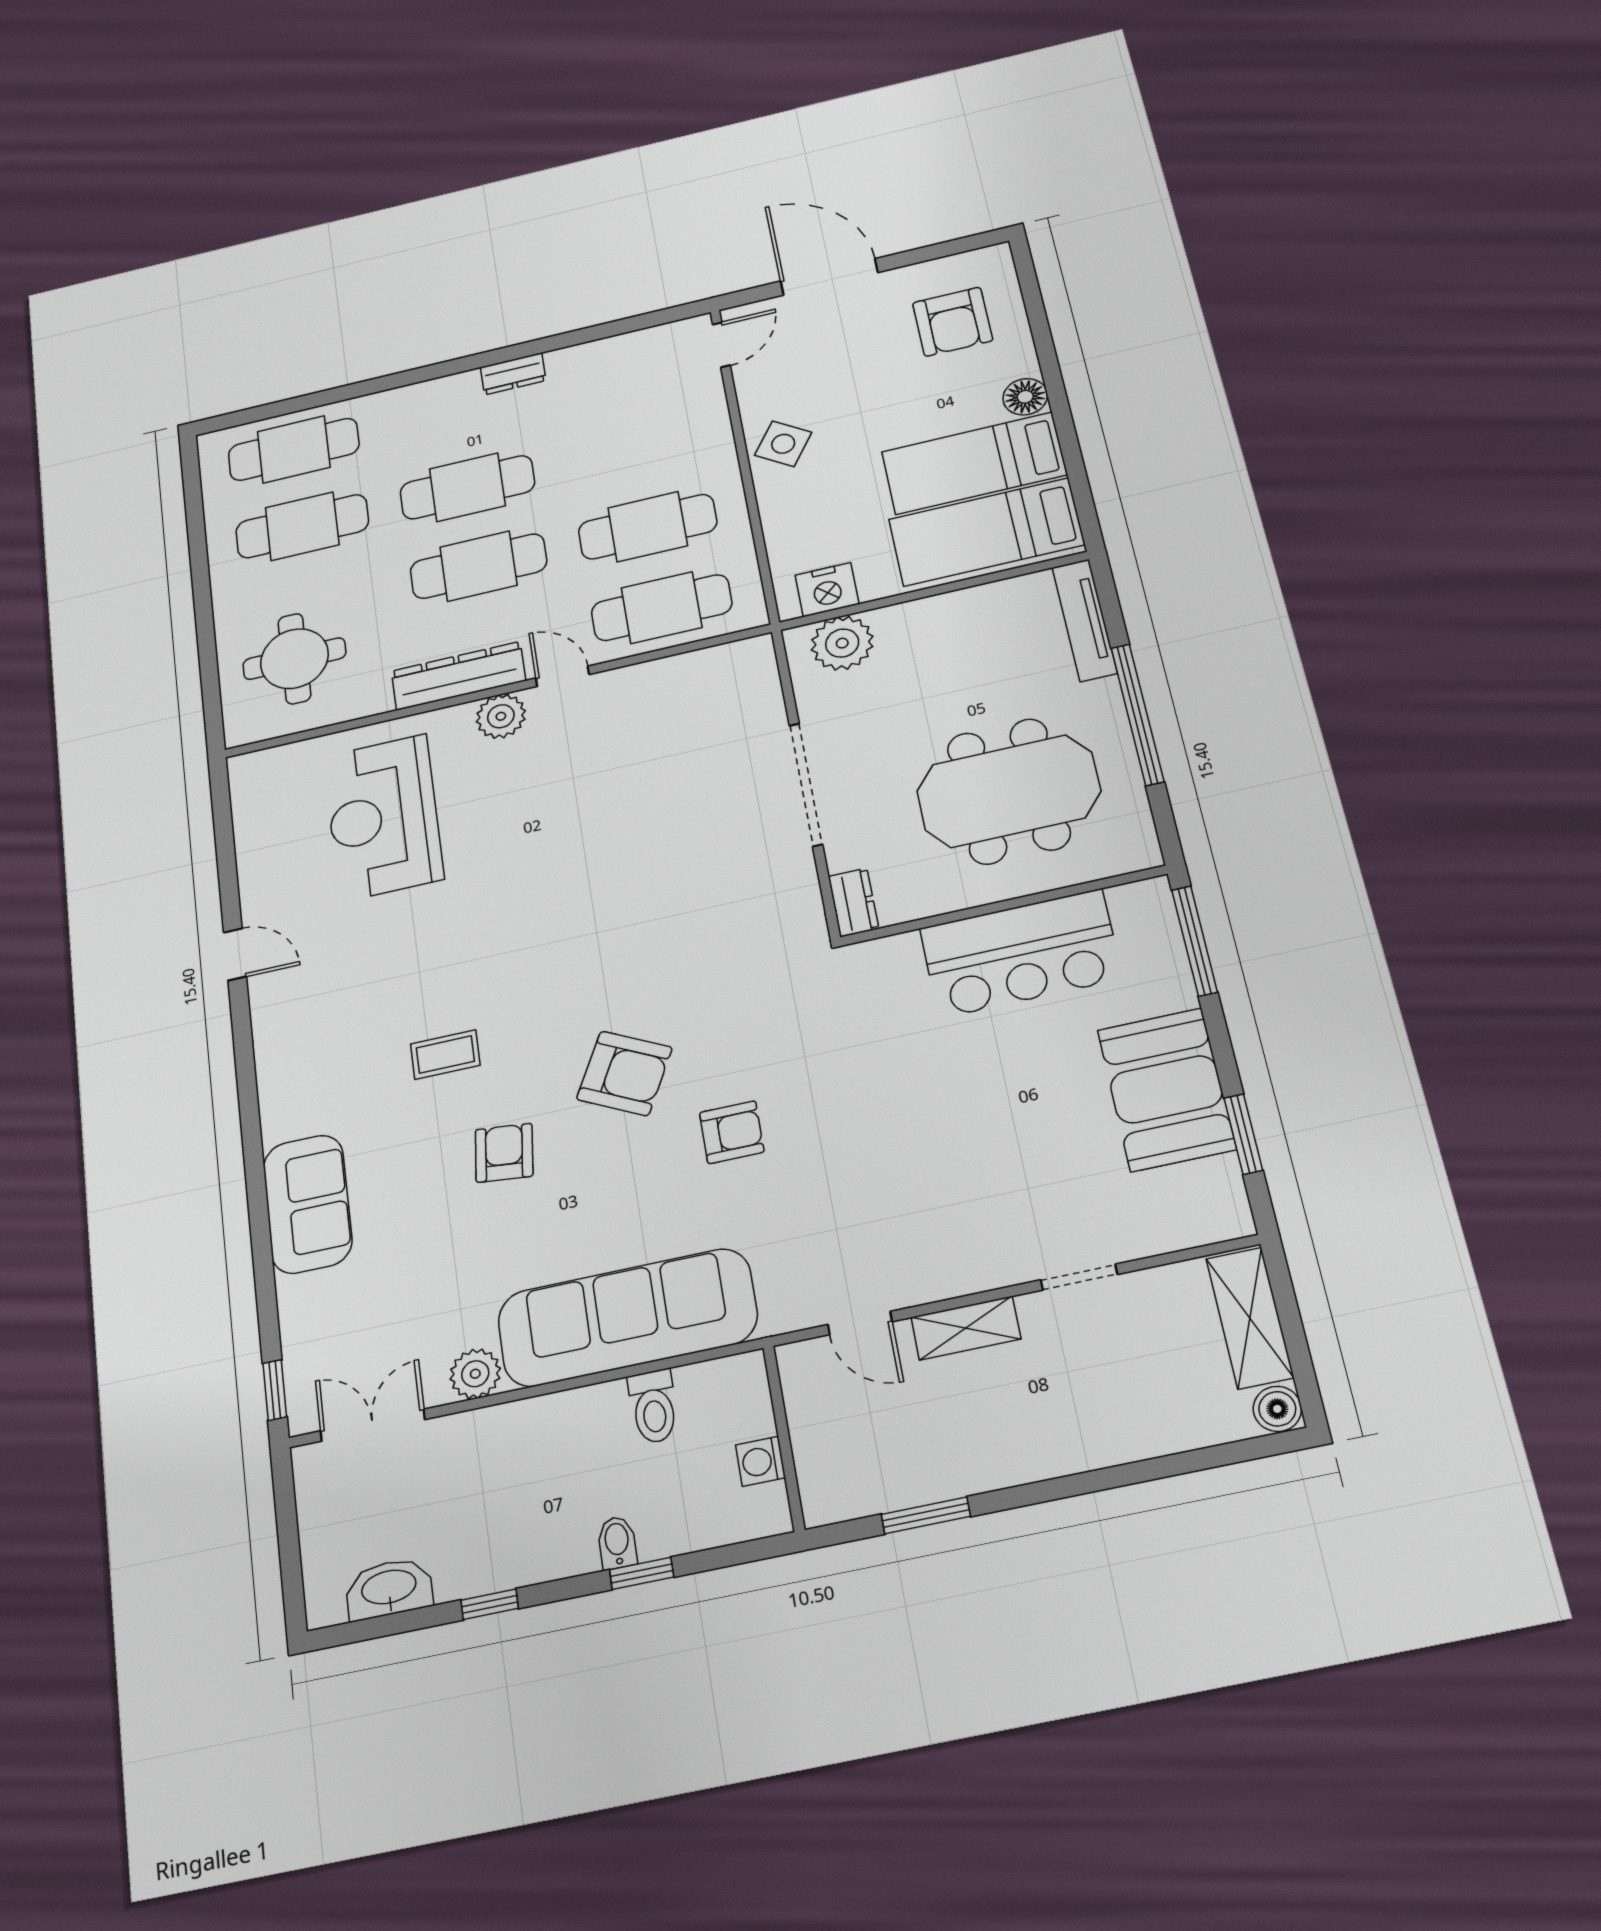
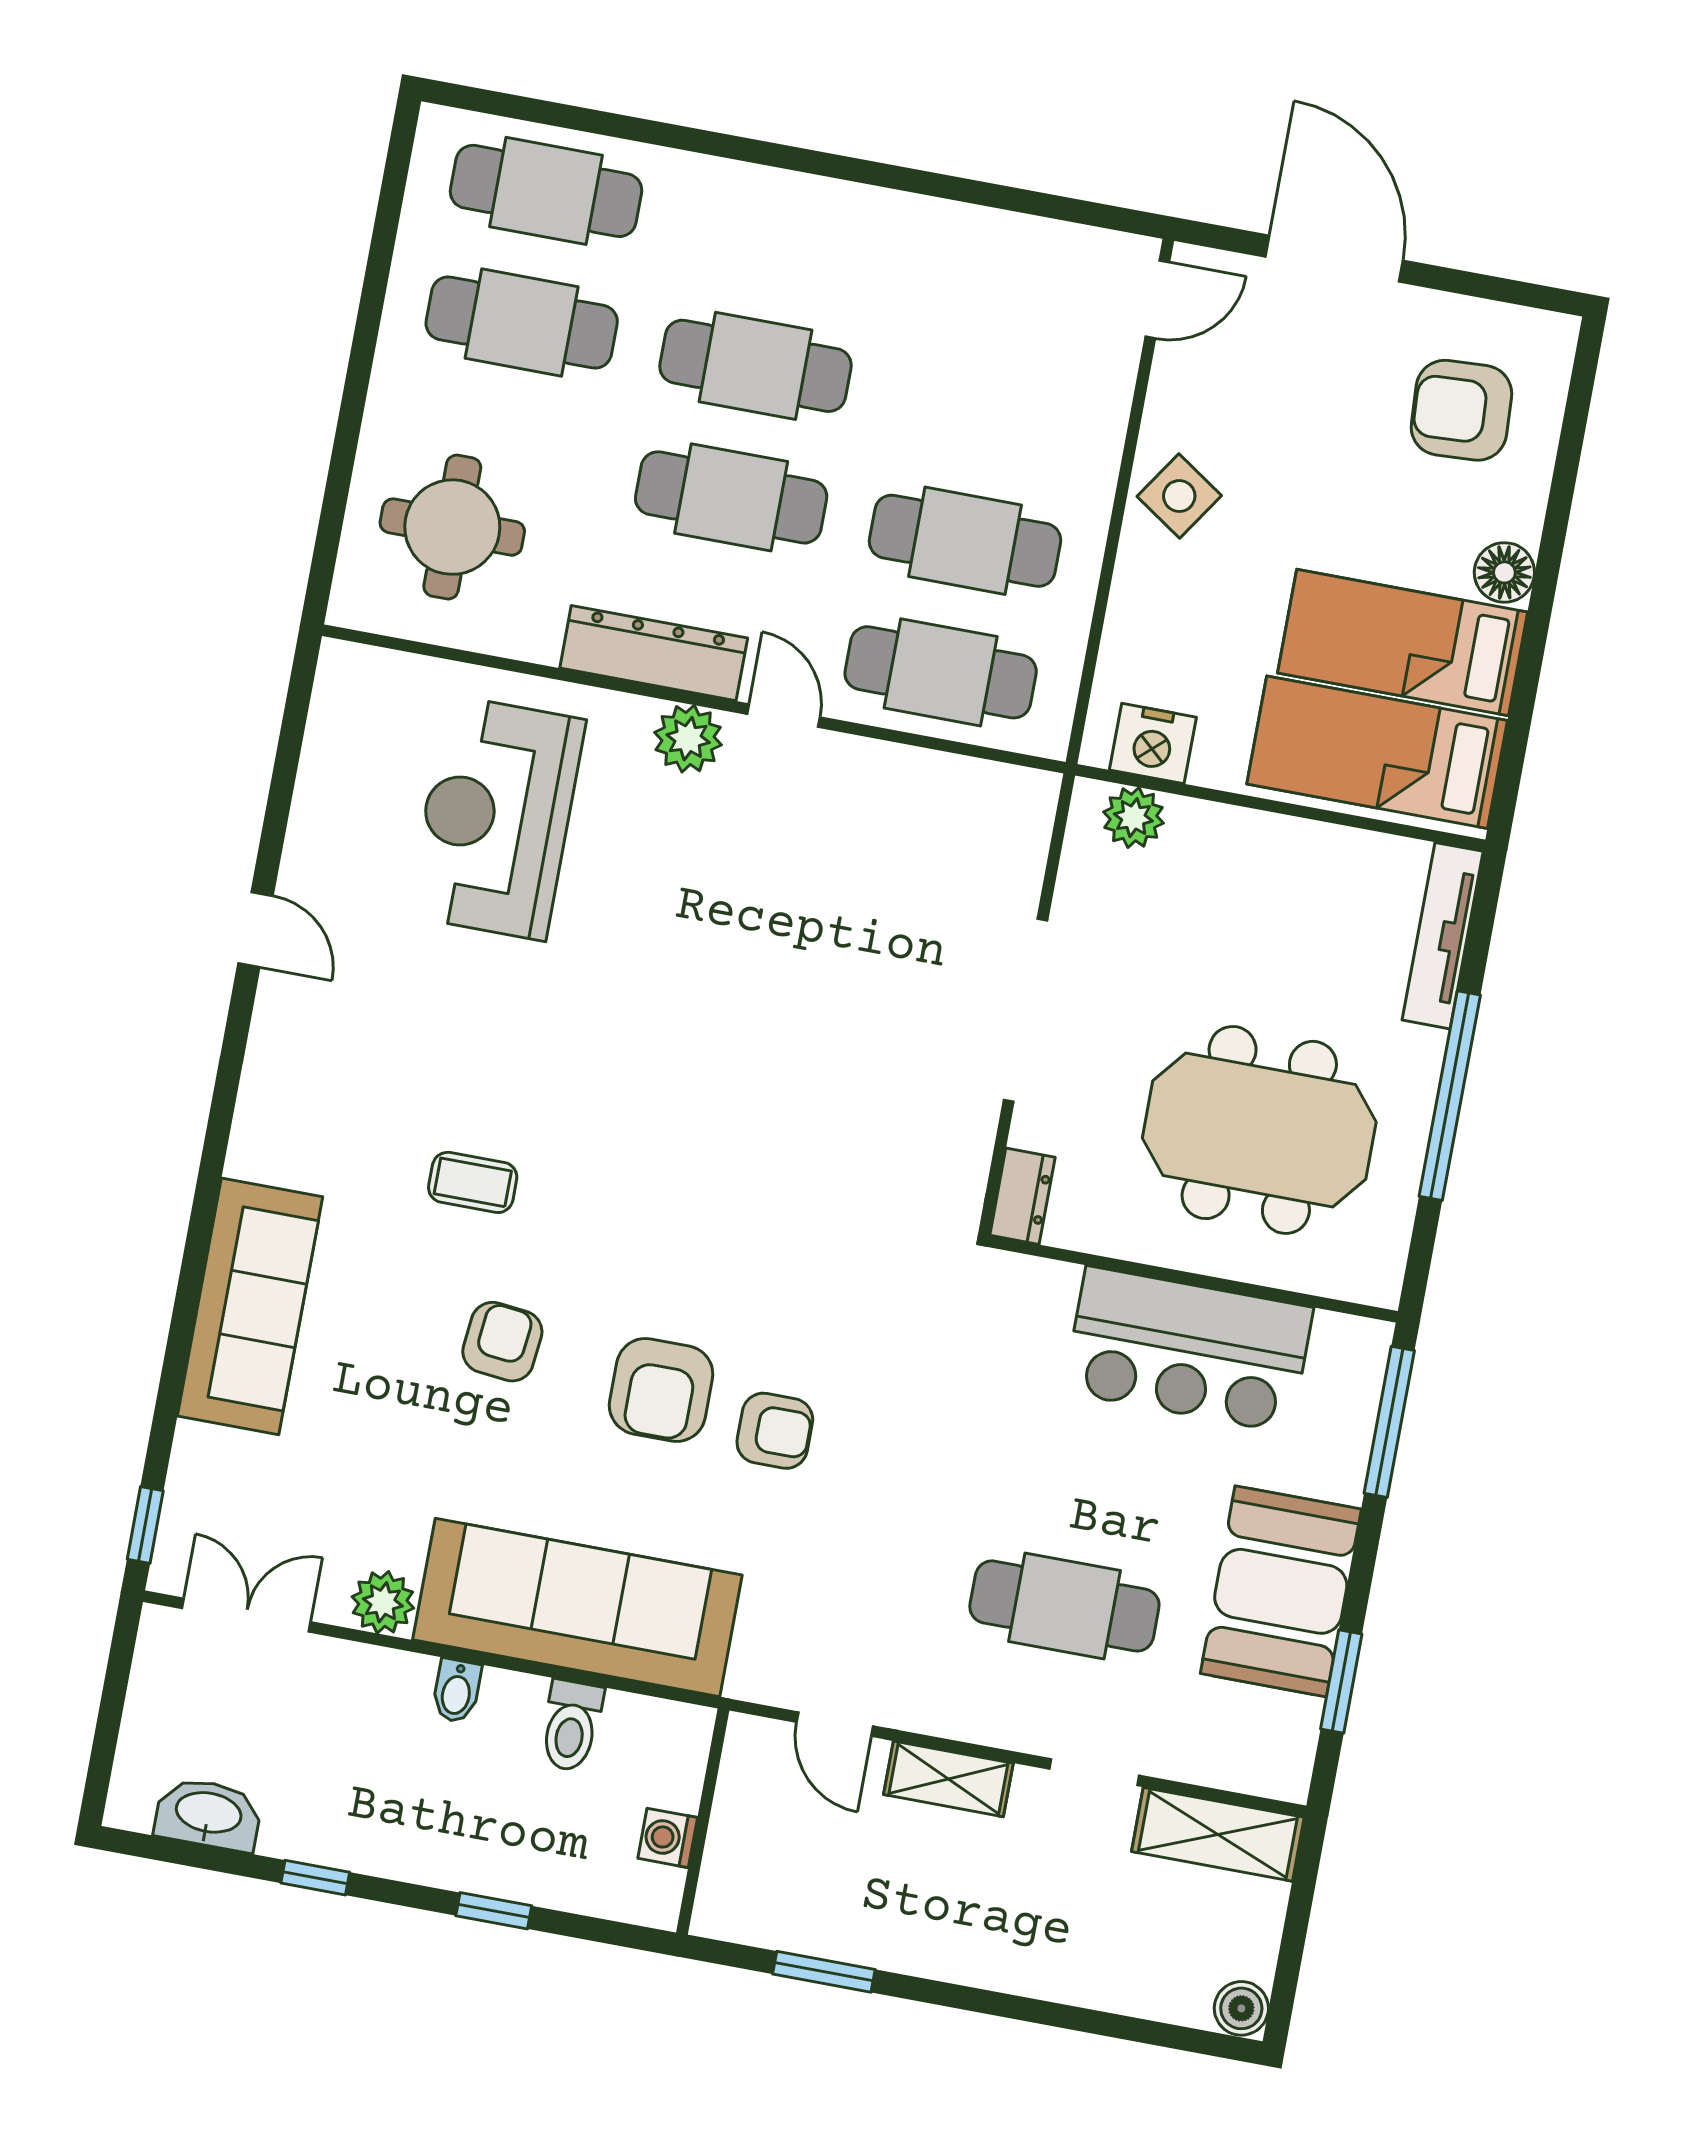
armchair: (953, 322) -> (1461, 410), turned 87
dresser: (513, 374) -> (873, 211), removed
plant: (842, 643) -> (1133, 818), width x0.73, depth x0.73
armchair: (624, 1073) -> (661, 1390), moved, turned 63
cafe table: (1004, 1166) -> (1064, 1606), added
sofa: (307, 1204) -> (250, 1306), width x1.36
shelving: (1250, 1318) -> (1218, 1834), moved, turned 90
bidet: (617, 1543) -> (457, 1691), moved, turned 180

